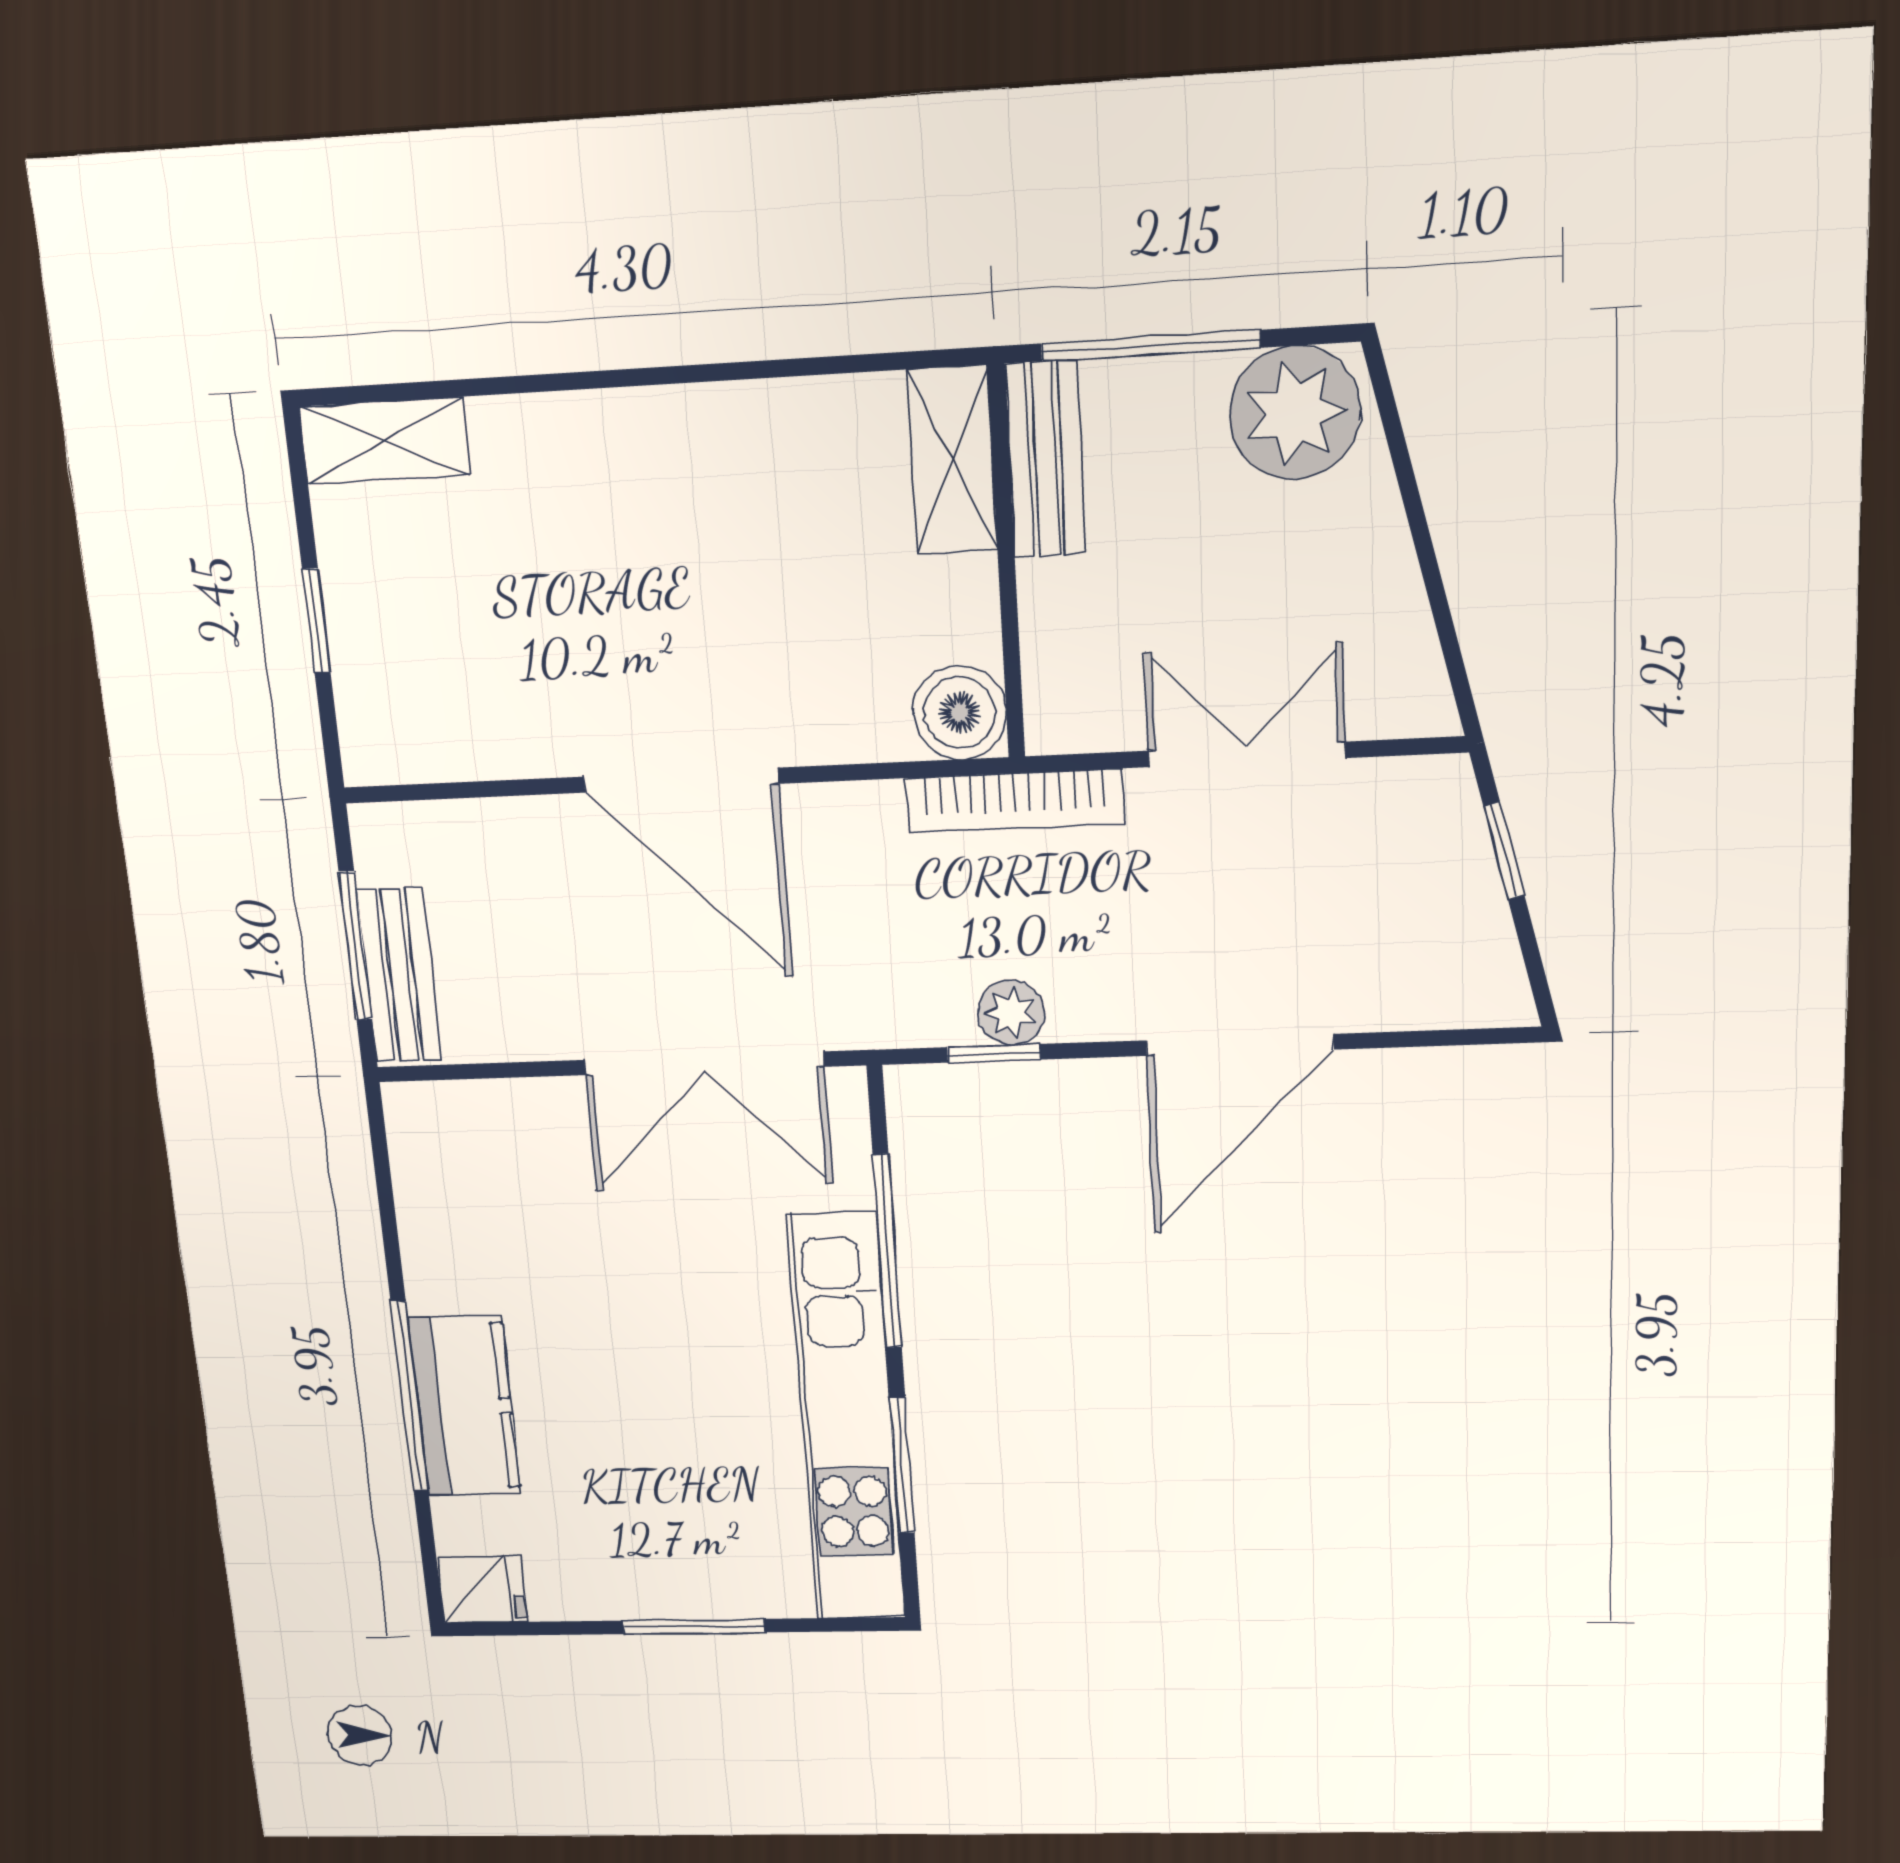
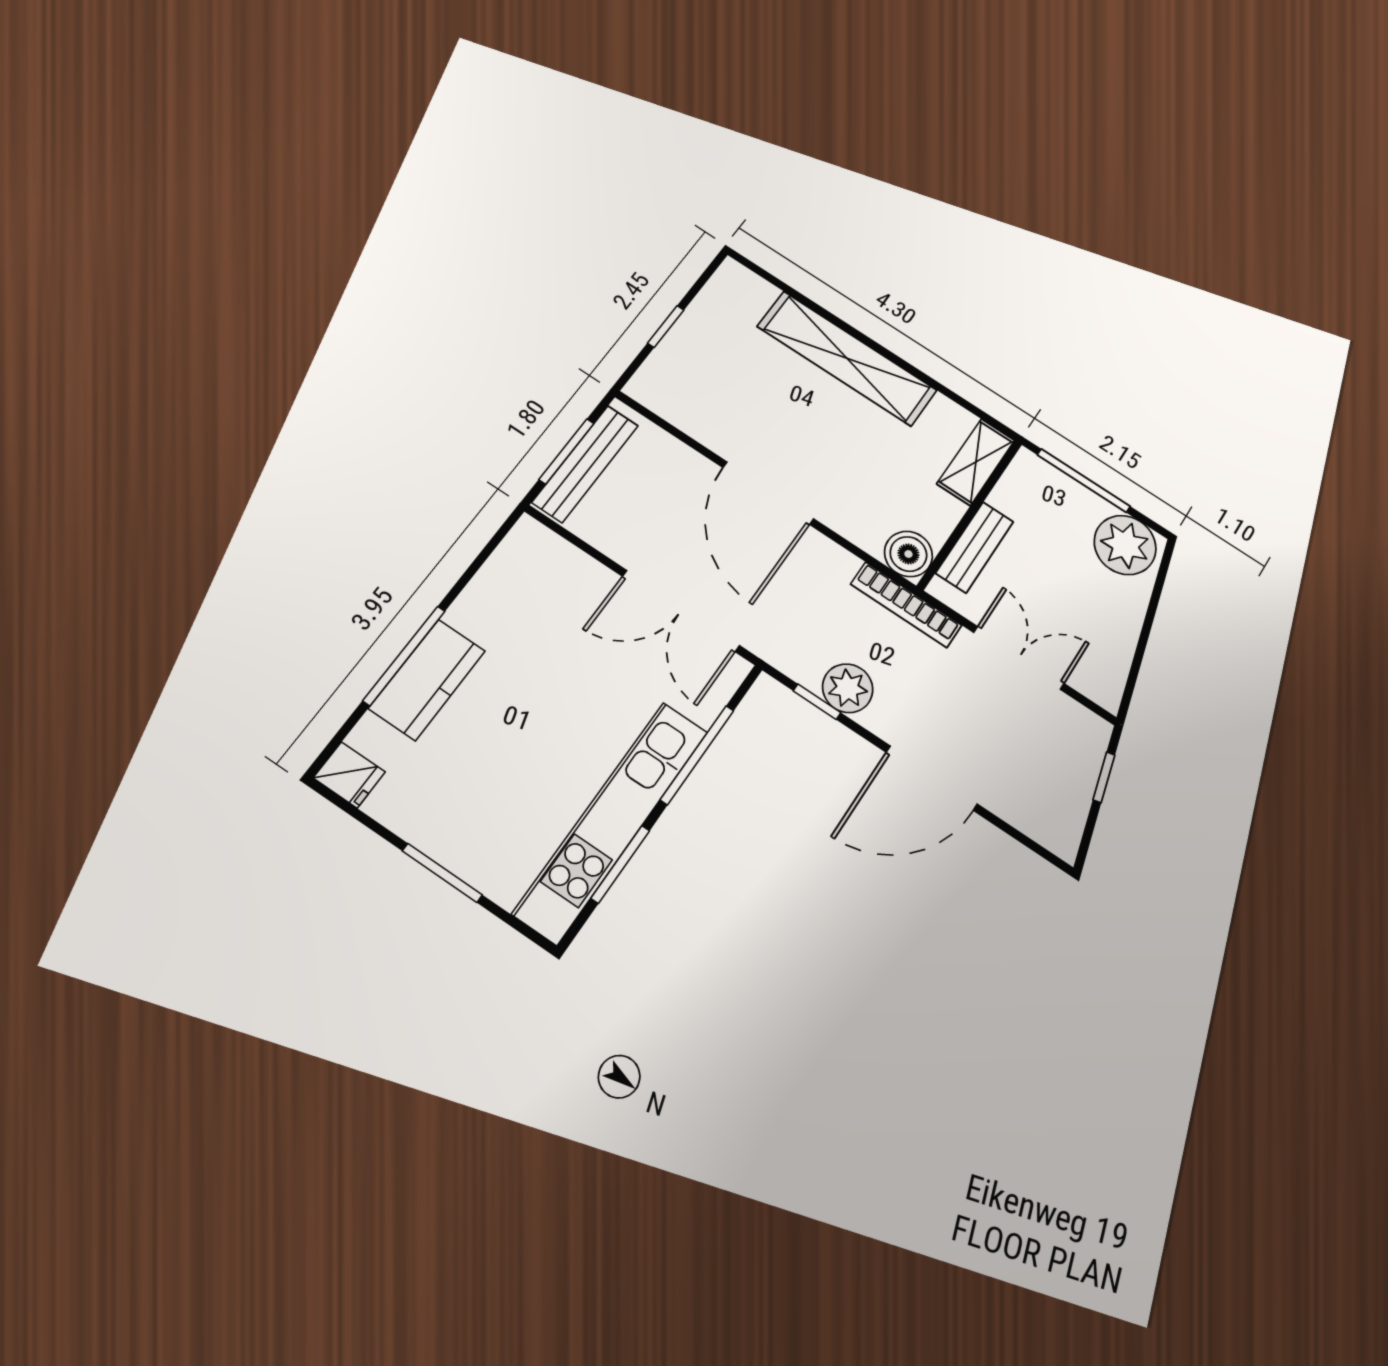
shelving: (384, 441) -> (847, 358), moved, width x2.20, depth x1.33
bench: (1046, 459) -> (975, 547), moved
bench: (399, 975) -> (585, 464), width x1.36
plant: (1011, 1013) -> (848, 688), width x1.38, depth x1.38

